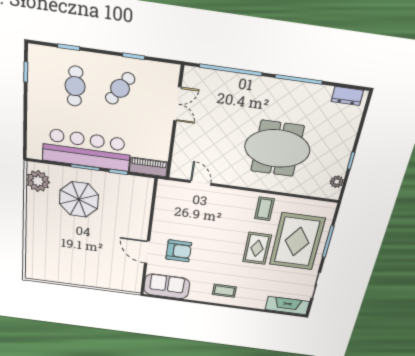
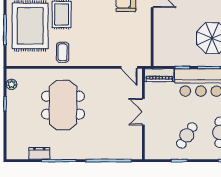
dresser: (347, 96) -> (39, 153), moved
double door: (177, 104) -> (143, 112), moved
meeting table: (277, 149) -> (63, 105), turned 90
door: (201, 183) -> (129, 67), moved

